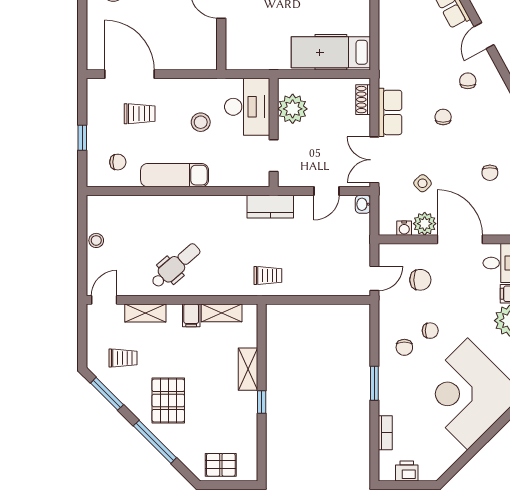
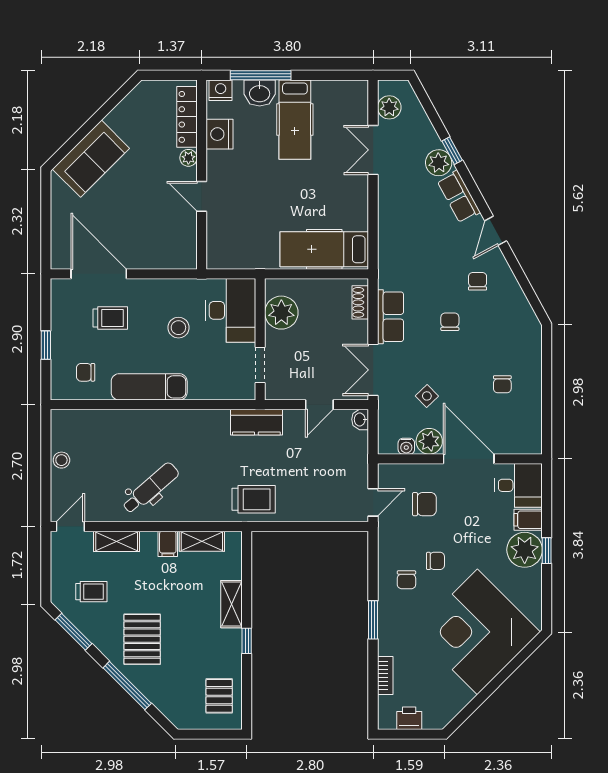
chair: (118, 162) -> (86, 372), turned 180
trolley: (268, 275) -> (254, 499), width x1.36, depth x1.39
pallet: (221, 465) -> (219, 696), moved, turned 90

